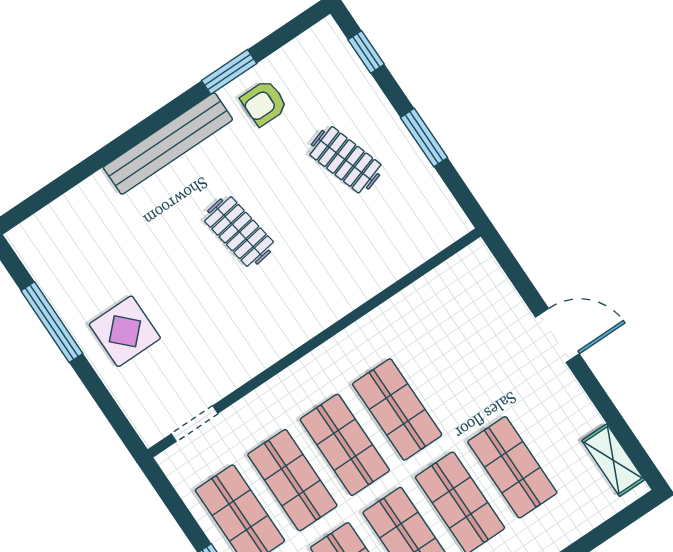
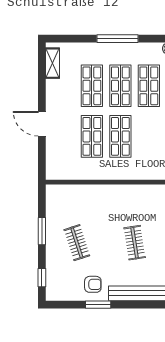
shop shelf: (345, 445) -> (92, 136), moved

